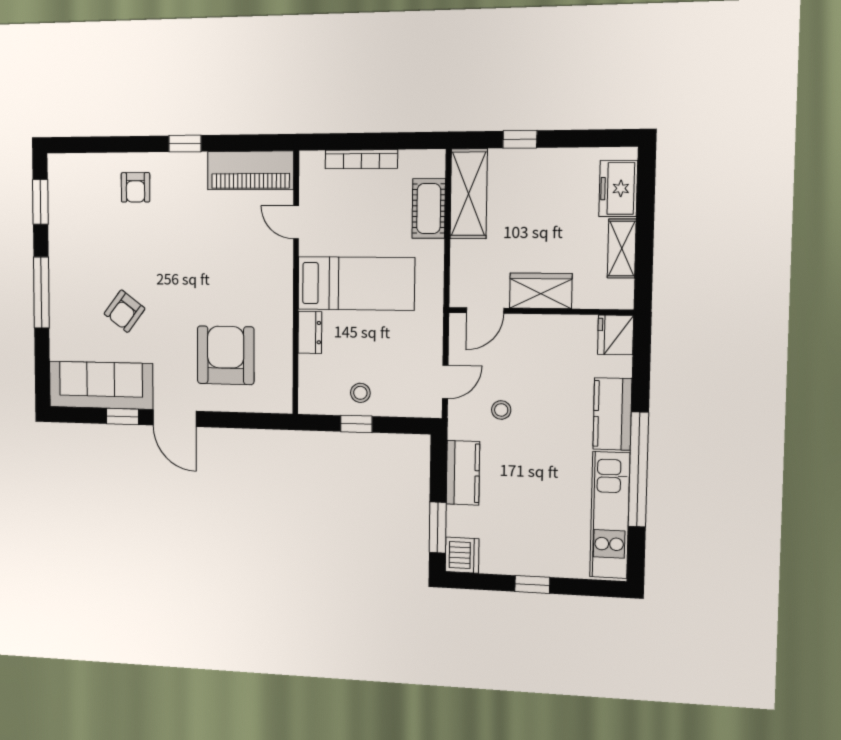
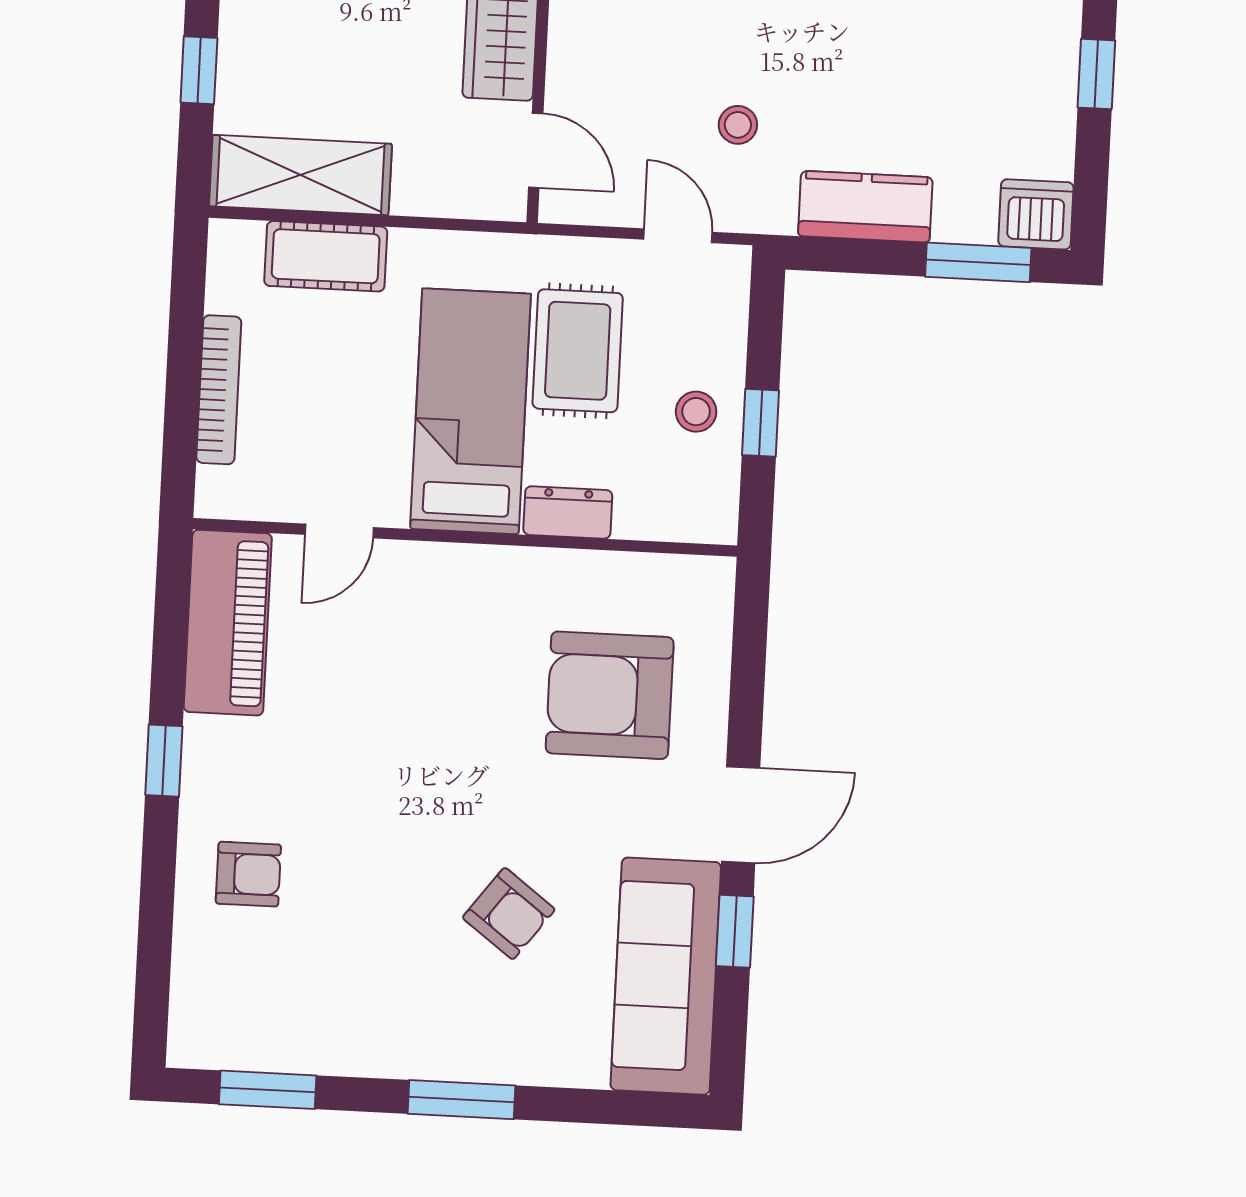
window: (41, 293) -> (462, 1100), width x0.69
rug: (387, 335) -> (578, 351), added

